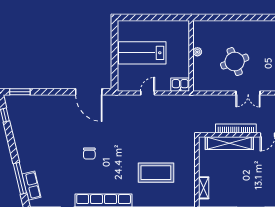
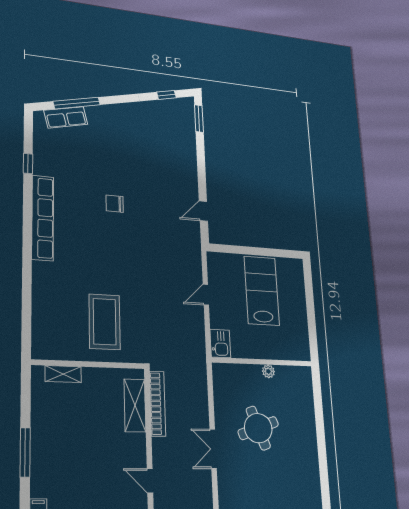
door: (89, 92) -> (203, 211), width x0.53
door: (148, 93) -> (206, 295), swing flipped
bookcase: (236, 128) -> (158, 404), moved
shelving: (229, 143) -> (135, 405), width x0.68
coffee table: (156, 173) -> (105, 322), moved

